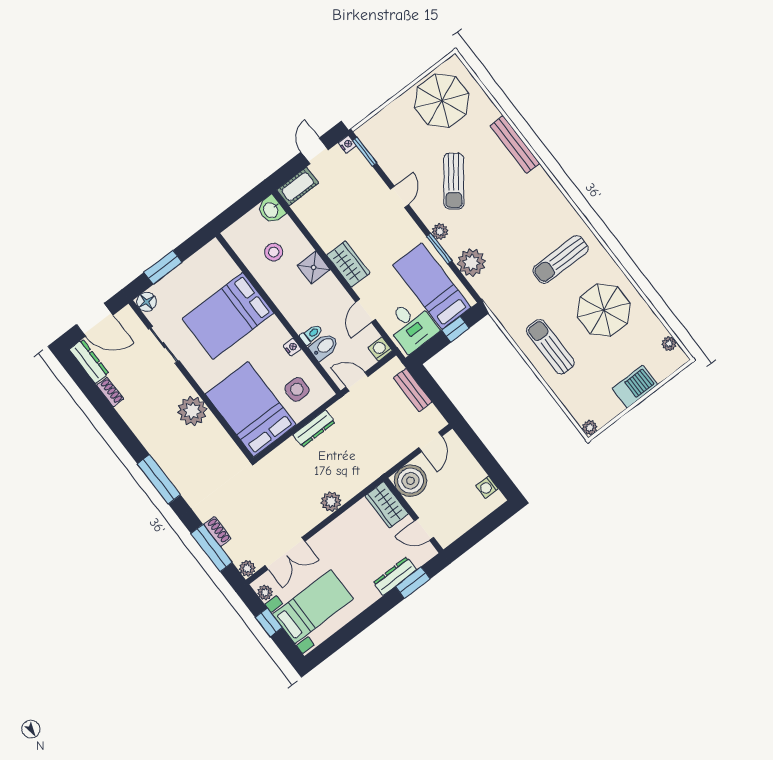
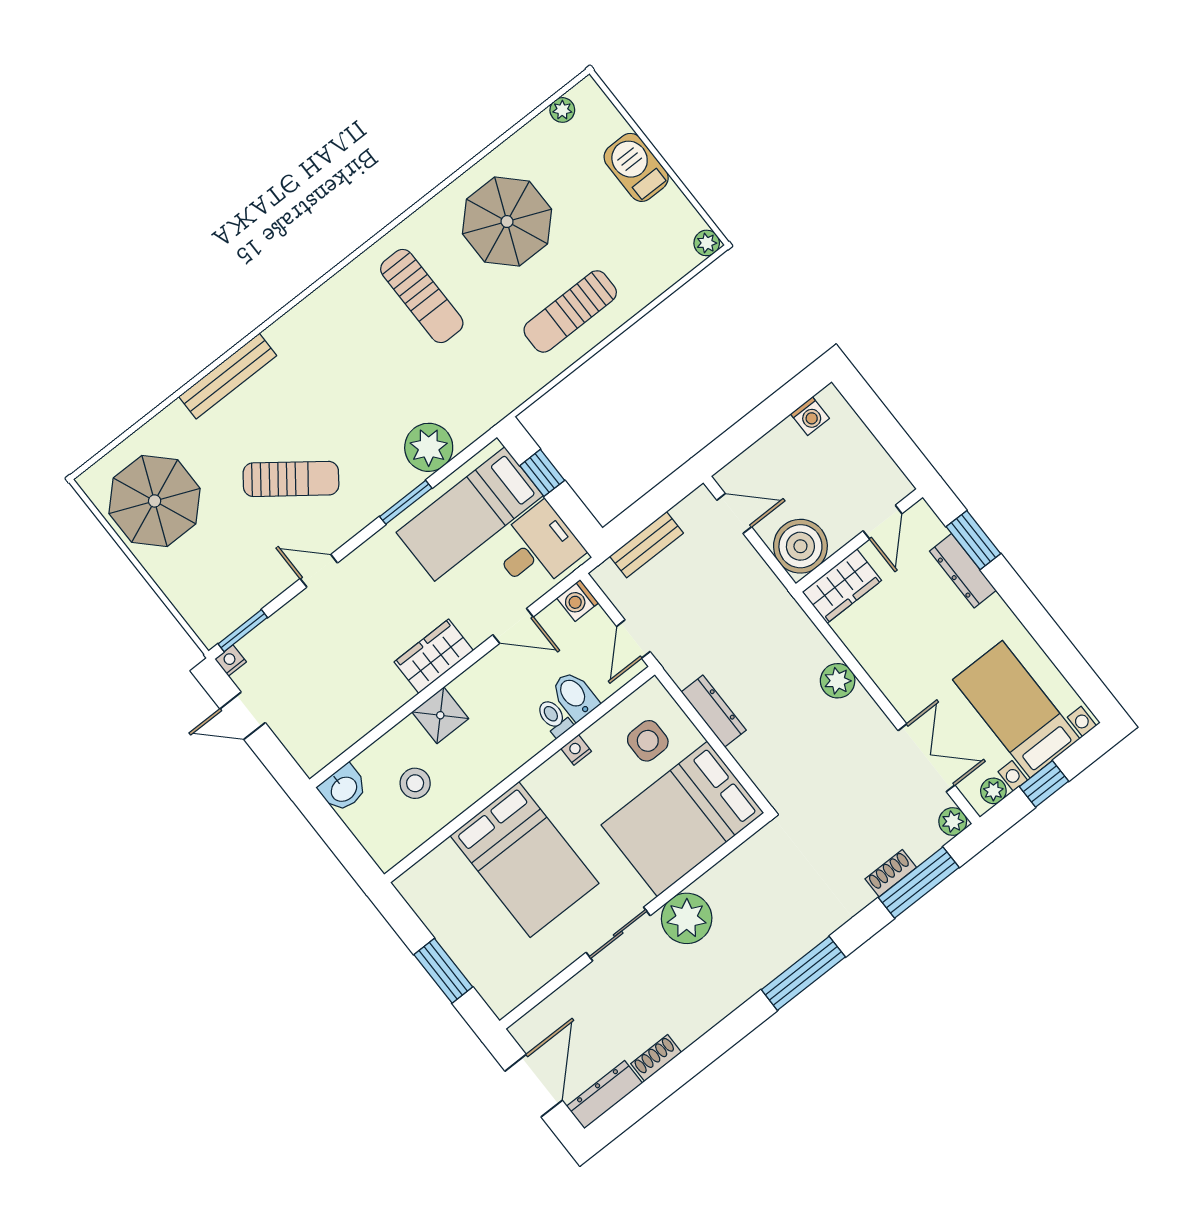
cot: (298, 187) -> (303, 744), removed
plant: (440, 231) -> (377, 501), removed
floor lamp: (147, 302) -> (502, 998), removed
sliding door: (164, 345) -> (618, 934), moved

